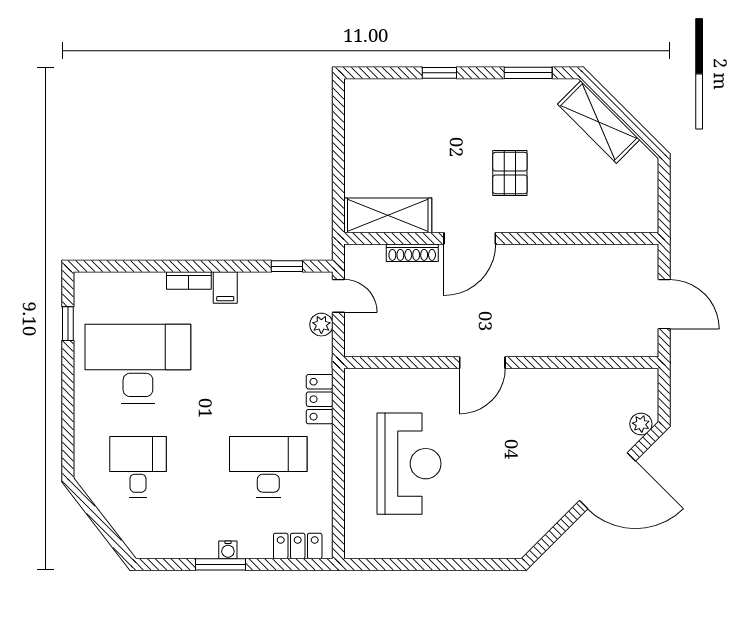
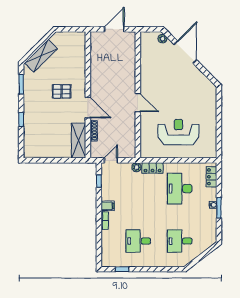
plant: (321, 325) -> (136, 167), moved
desk: (138, 364) -> (138, 241), width x0.53, depth x0.77

